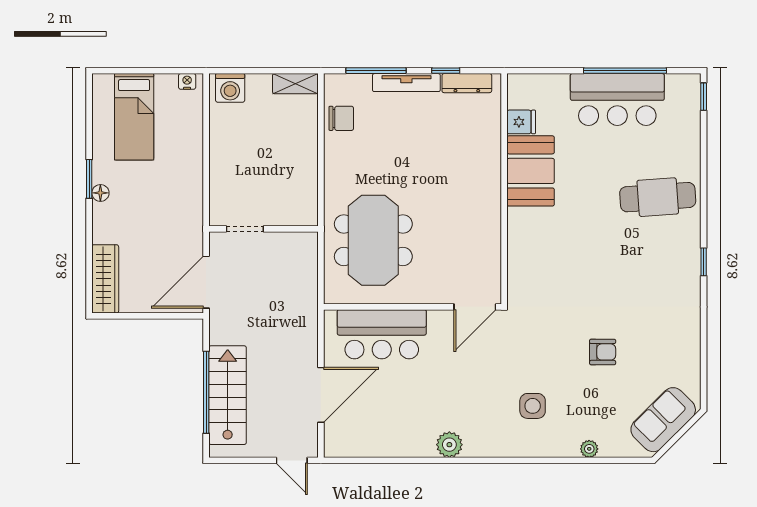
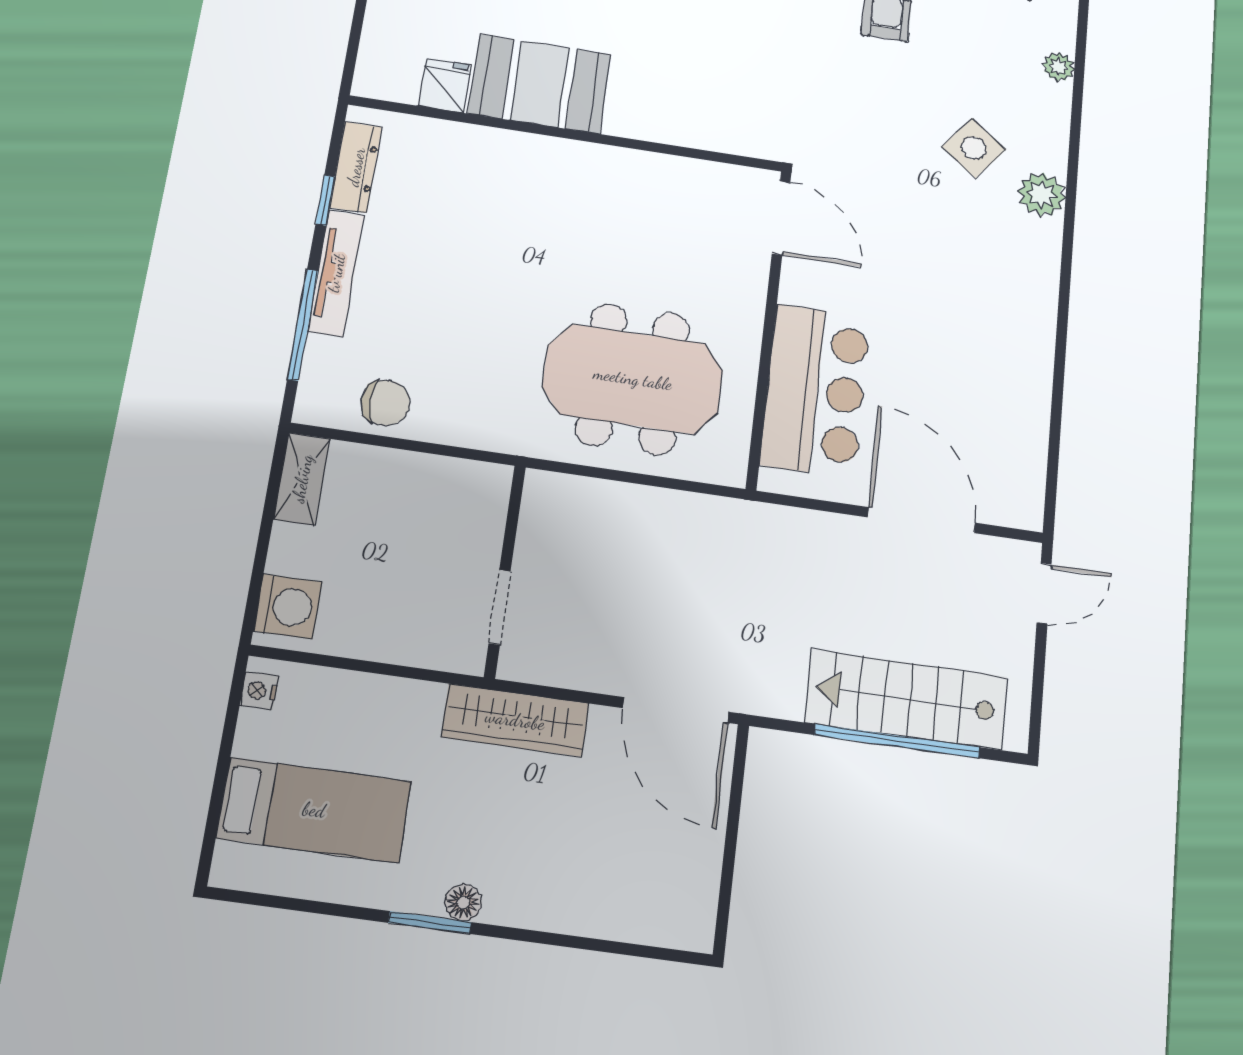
chair: (341, 118) -> (386, 403), turned 90
doorway: (245, 229) -> (500, 607), moved
wall: (263, 229) -> (505, 571), moved
wardrobe: (105, 279) -> (515, 720), moved, turned 180
side table: (533, 406) -> (974, 148), turned 38
plant: (449, 445) -> (1042, 194), moved

